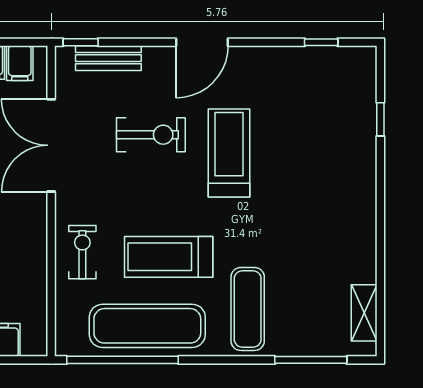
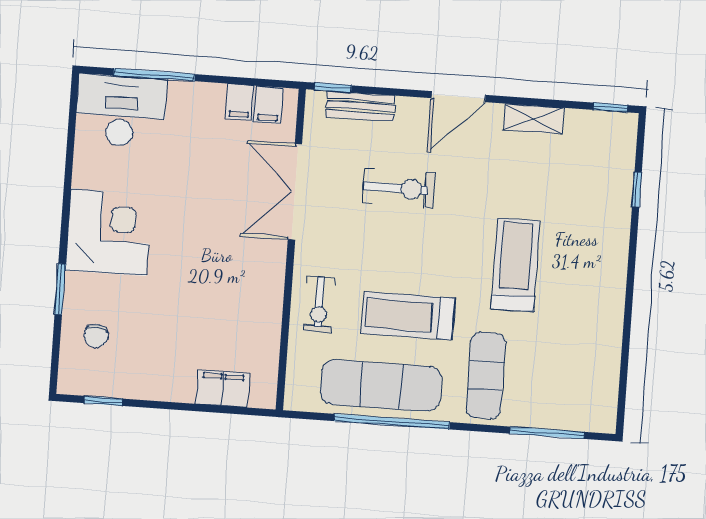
window: (321, 42) -> (610, 107), moved
treadmill: (229, 153) -> (516, 265), moved
exercise bike: (82, 252) -> (319, 305), turned 180
shelving: (364, 313) -> (534, 119), moved, turned 90
window: (122, 360) -> (392, 422), moved

